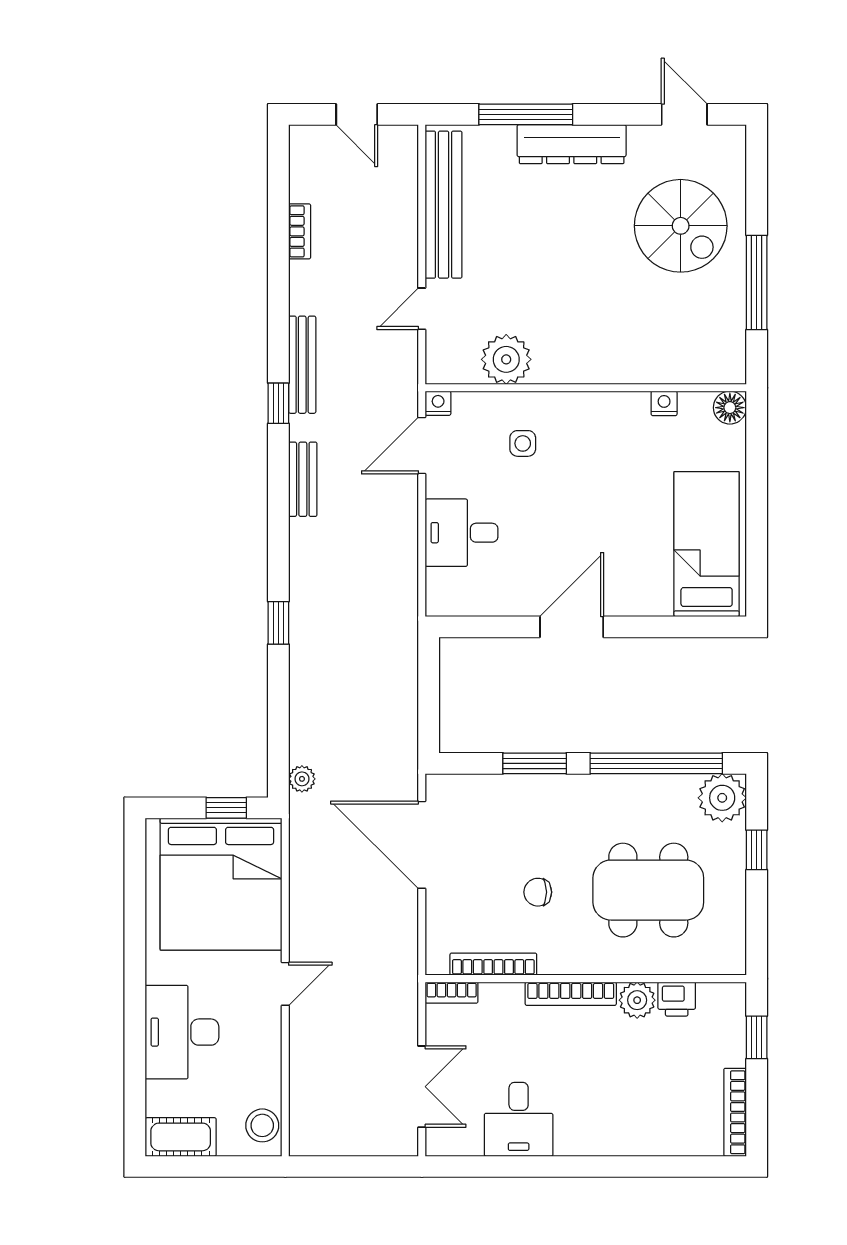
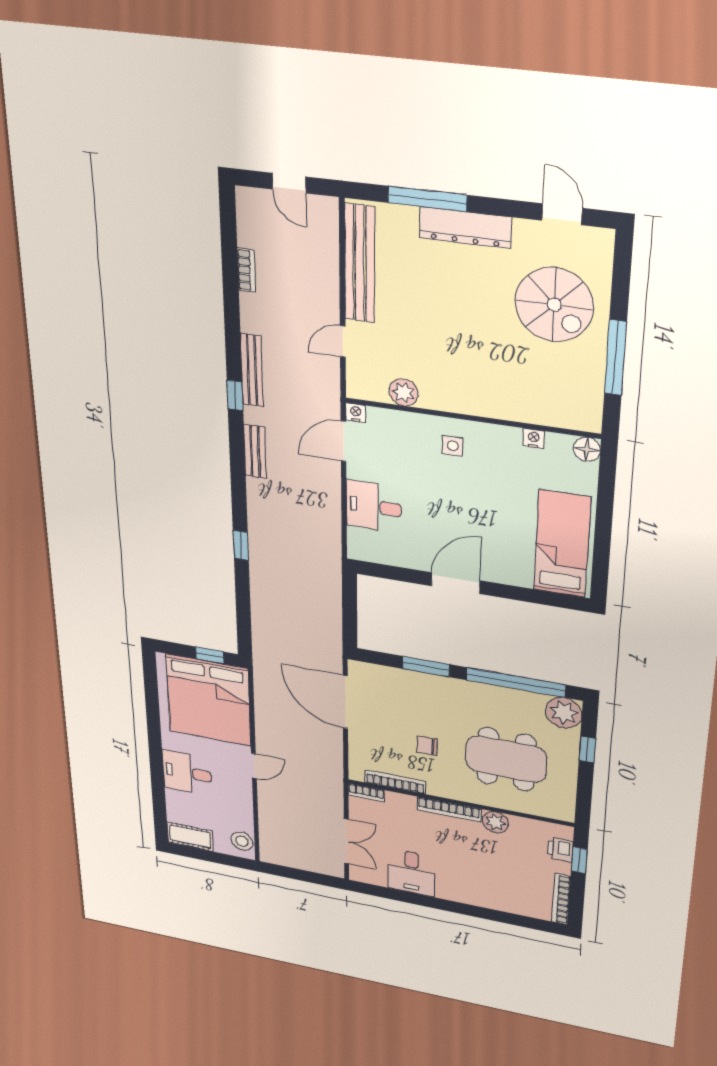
plant: (506, 359) -> (404, 392), width x0.73, depth x0.73
side table: (523, 443) -> (453, 446), moved
plant: (302, 779) -> (261, 647), removed
printer: (677, 999) -> (560, 850), moved, turned 90
desk: (182, 1032) -> (187, 773), width x0.73

